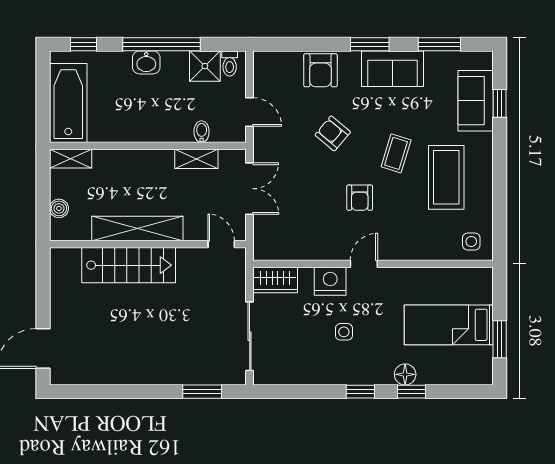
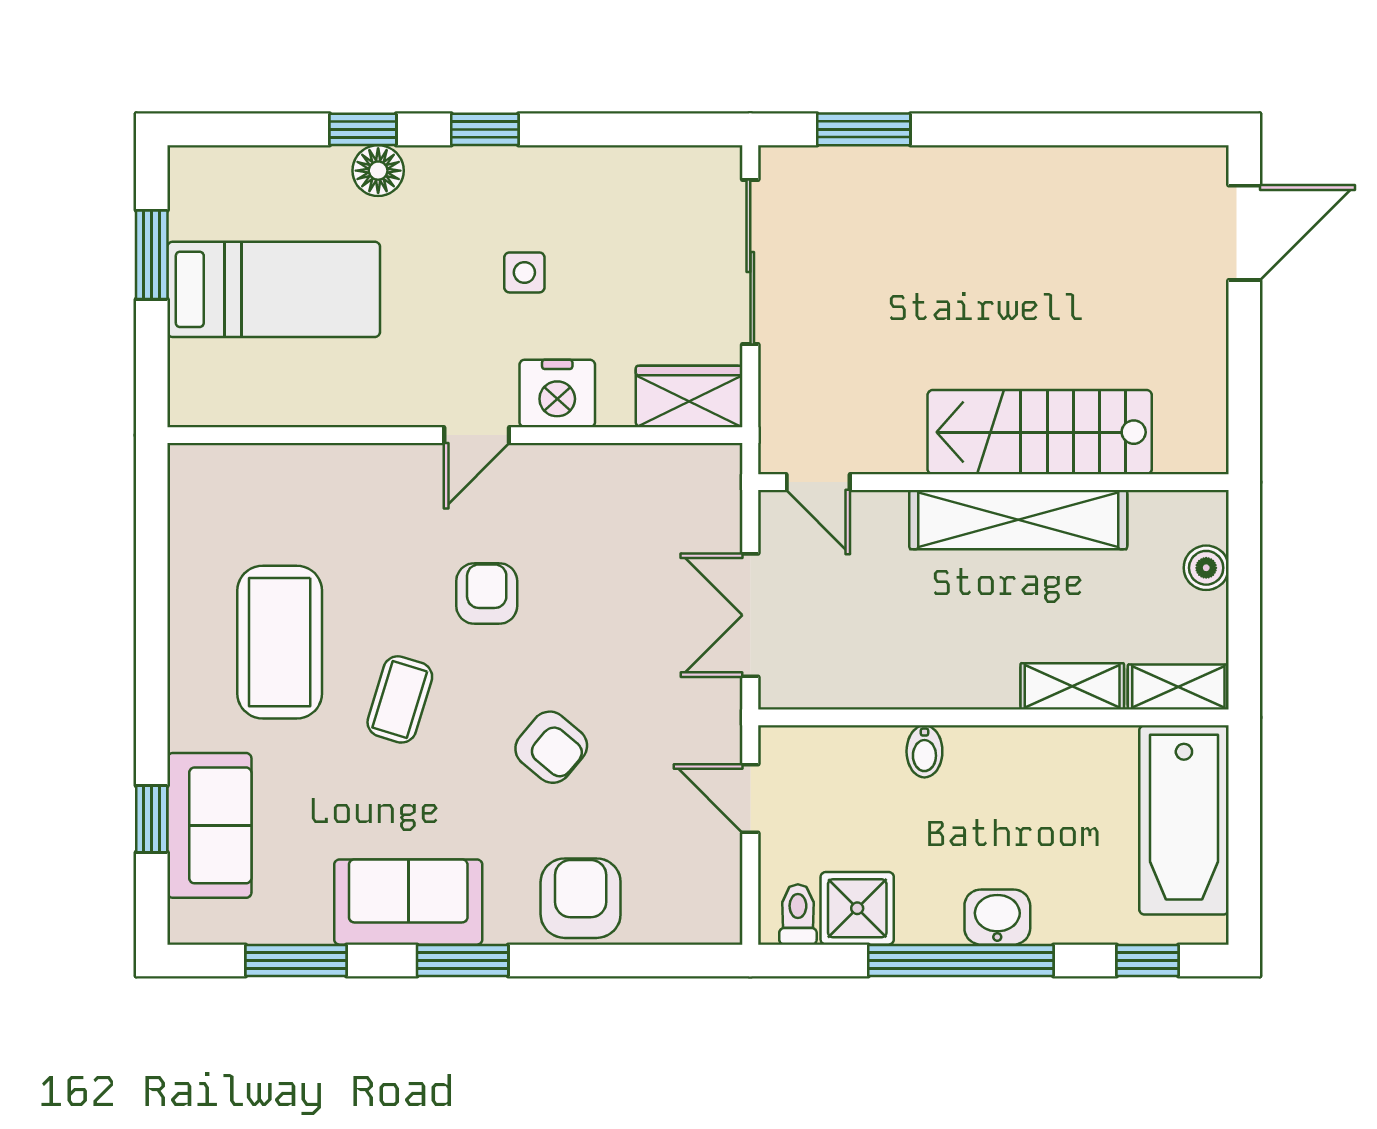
bidet: (202, 132) -> (924, 751), moved
shelving: (196, 159) -> (1072, 686), moved
side table: (471, 241) -> (220, 489), removed

